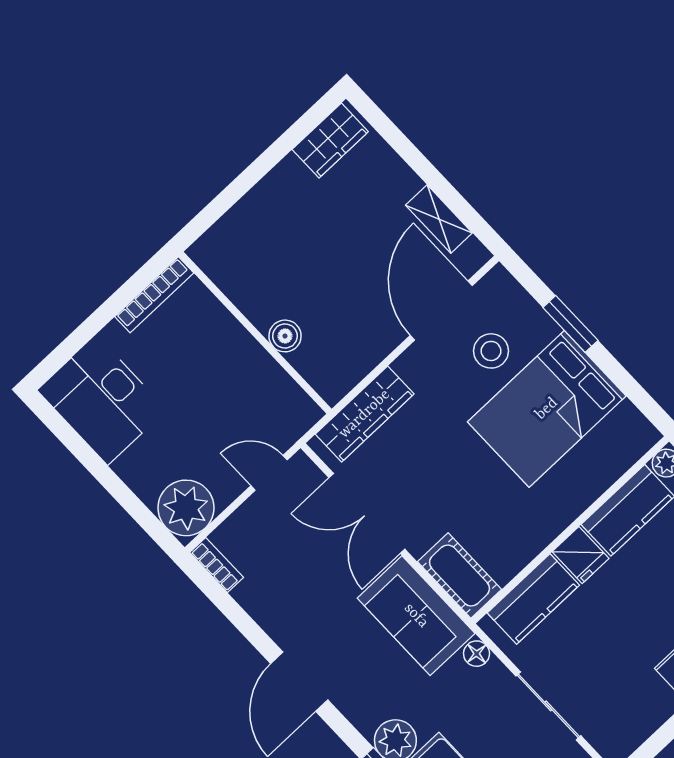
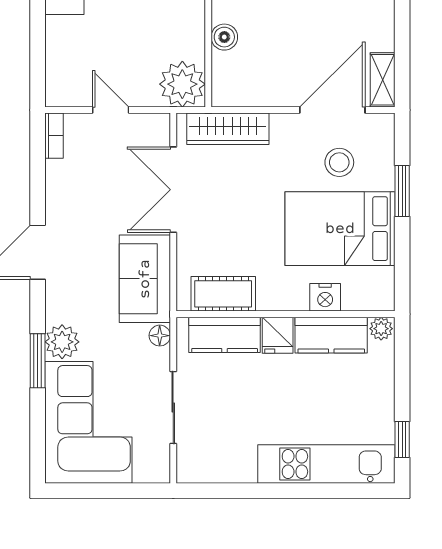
shelving: (439, 219) -> (383, 80), moved
door: (269, 473) -> (111, 110), moved
nightstand: (591, 482) -> (325, 297), added
plant: (186, 508) -> (182, 84), moved
cot: (459, 576) -> (223, 294), moved, turned 90

